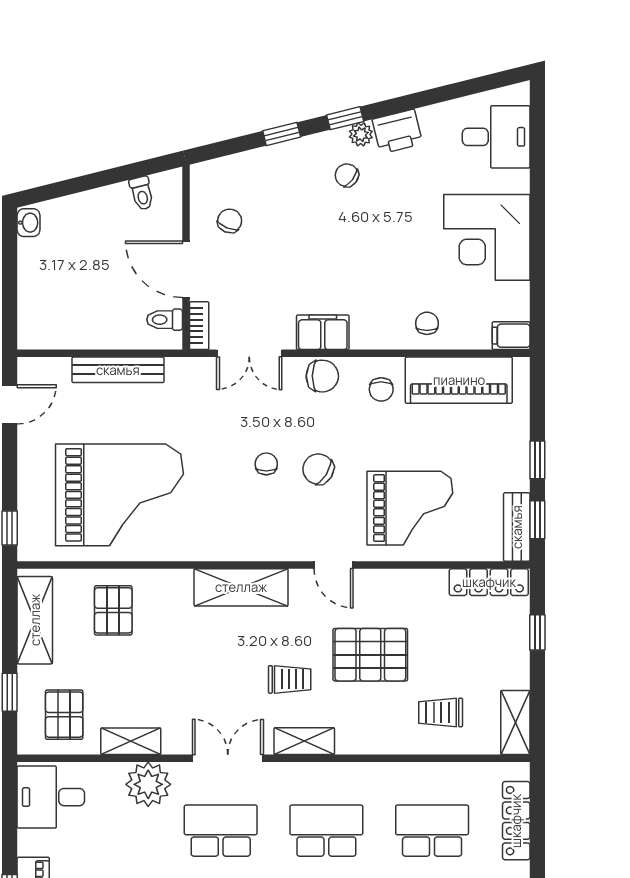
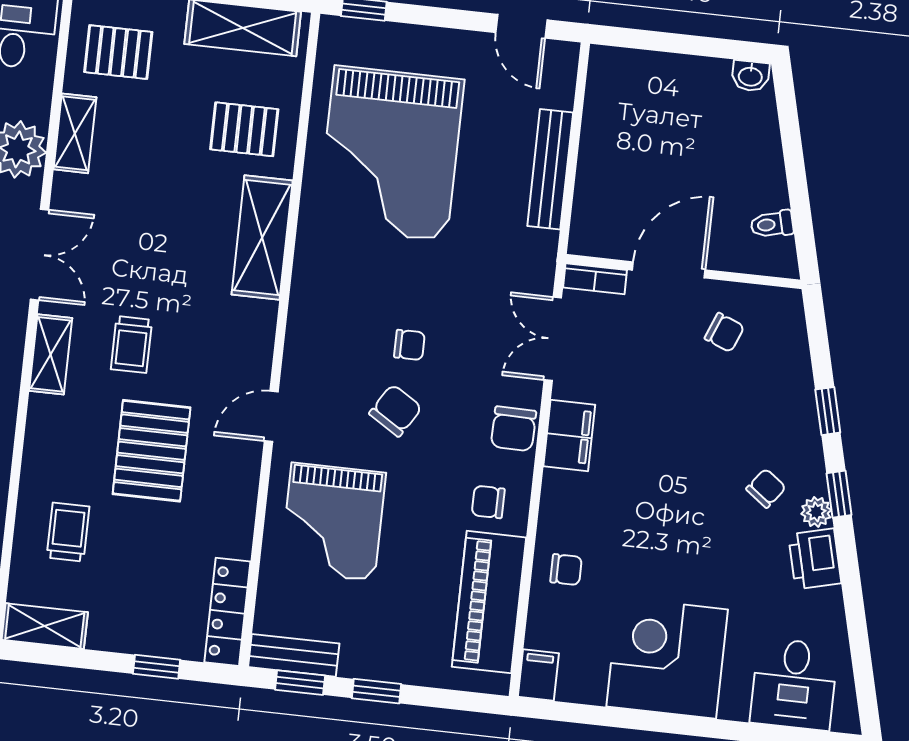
toilet: (165, 320) -> (608, 236), removed
shelving: (241, 587) -> (262, 237), moved

